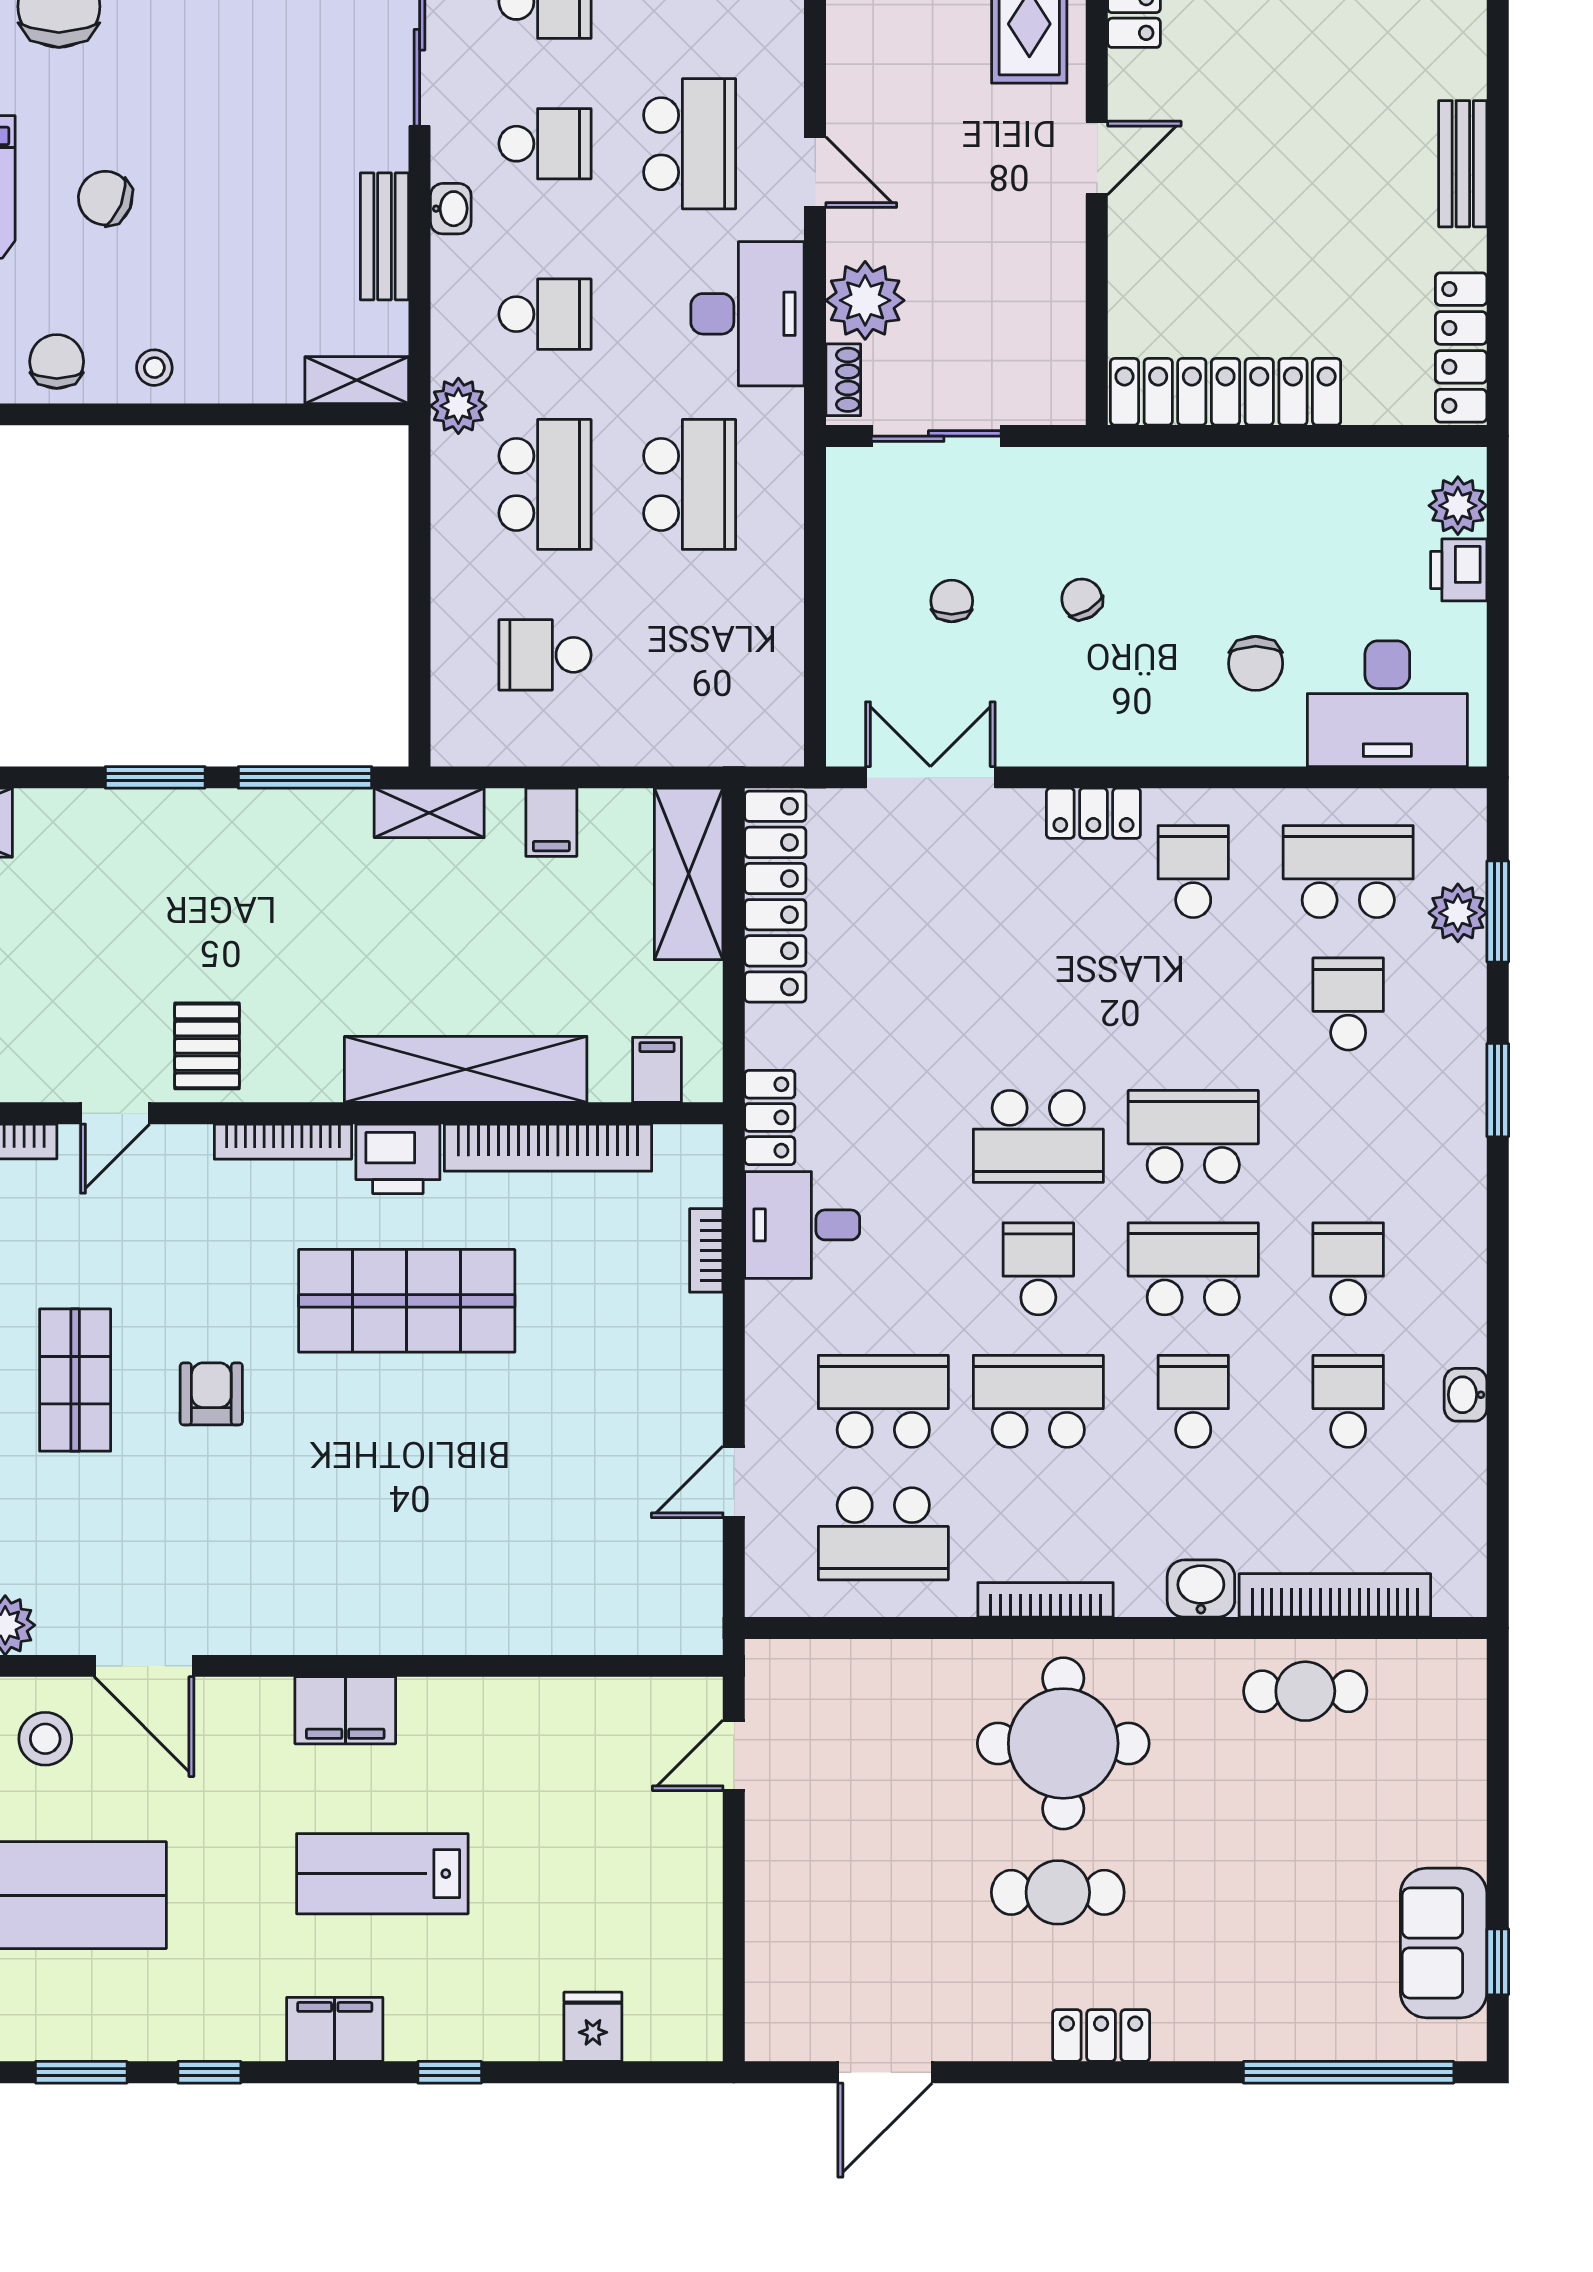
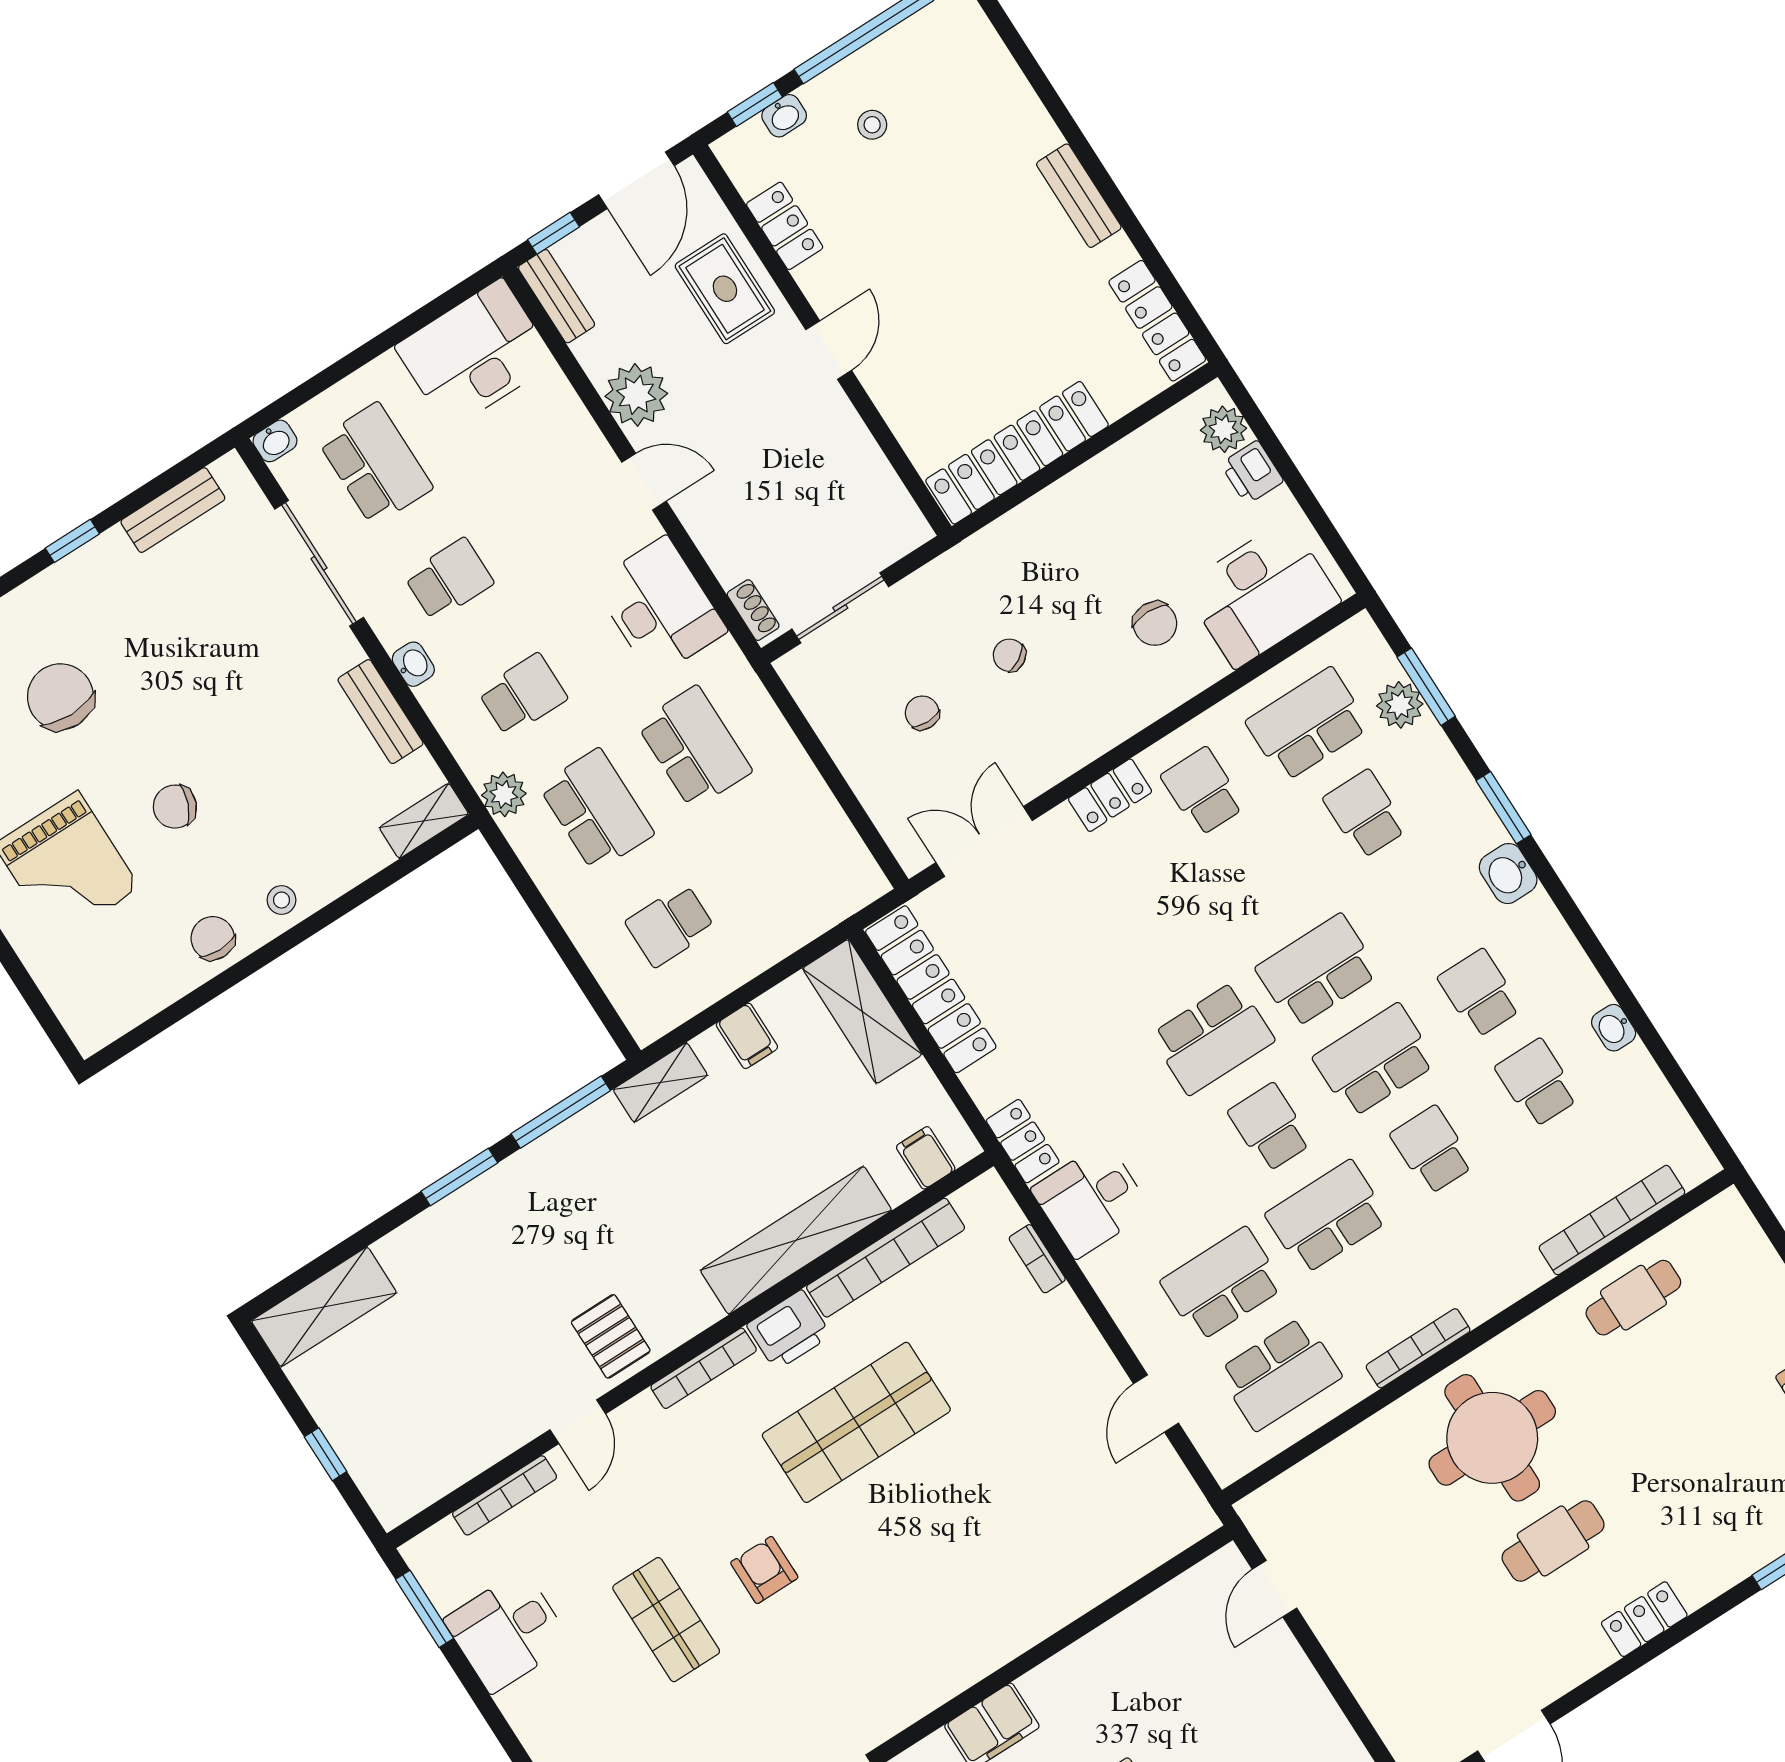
school desk: (690, 144) -> (547, 517), removed
plant: (865, 300) -> (636, 395), moved
washbasin: (1201, 1589) -> (1508, 874), moved, turned -90

